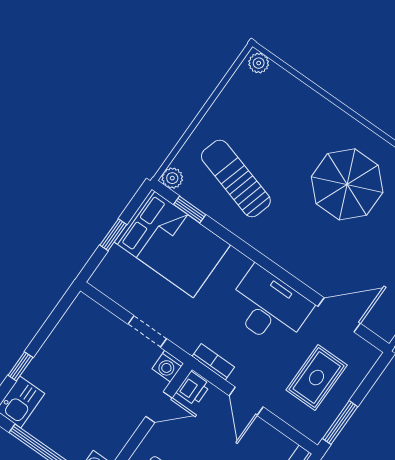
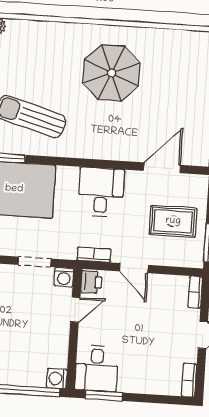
desk: (269, 307) -> (101, 192), width x0.73
rug: (317, 378) -> (173, 221), turned 90

